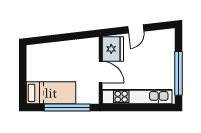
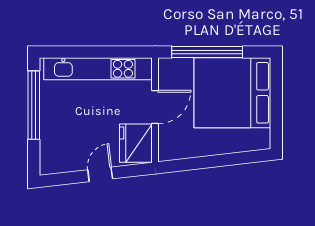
door: (101, 72) -> (155, 107), swing flipped
bed: (51, 93) -> (232, 93), width x2.04

